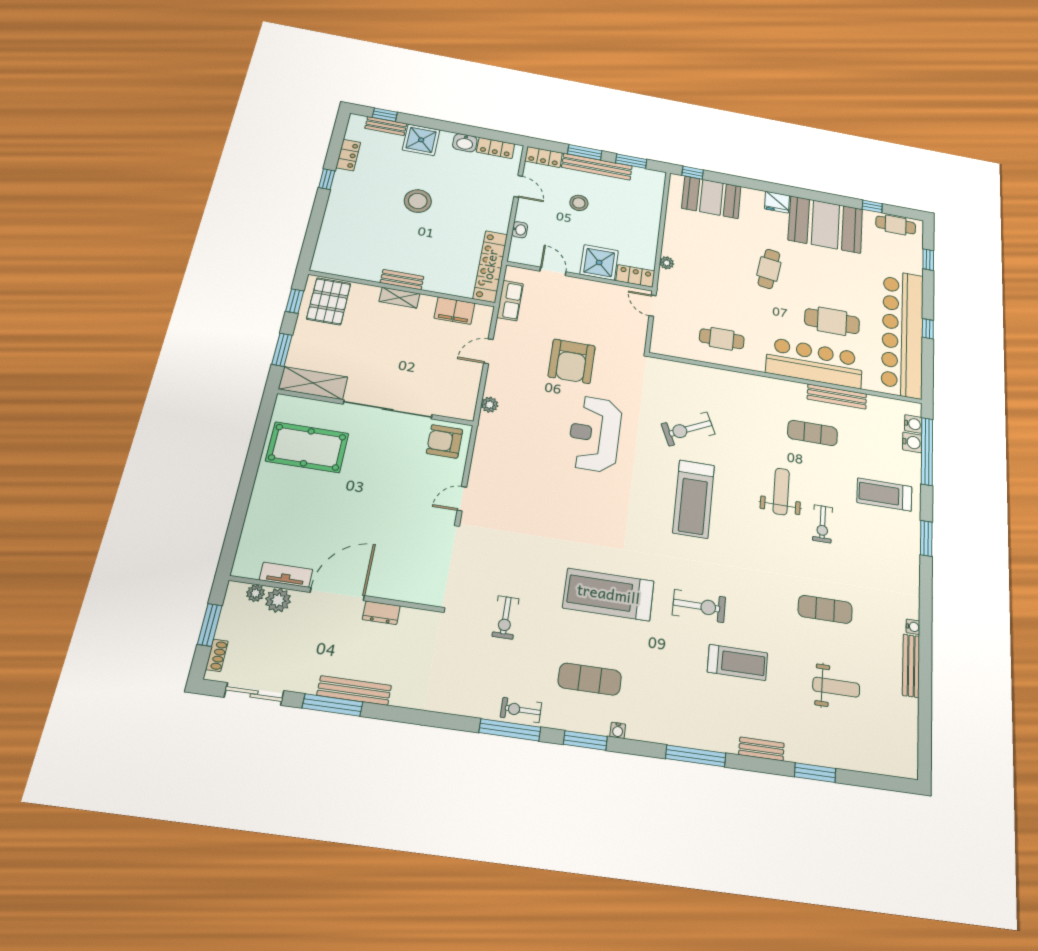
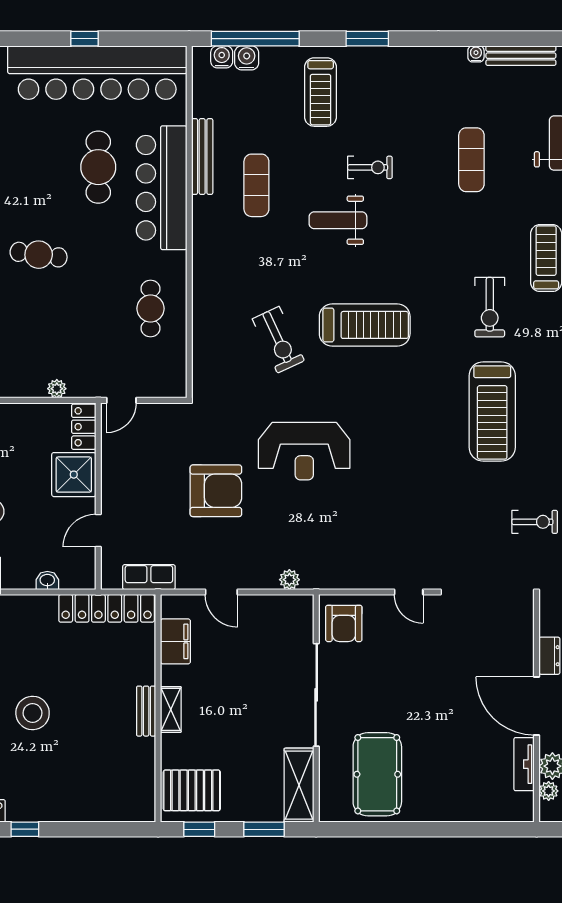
exercise bike: (699, 606) -> (490, 307), turned 180

